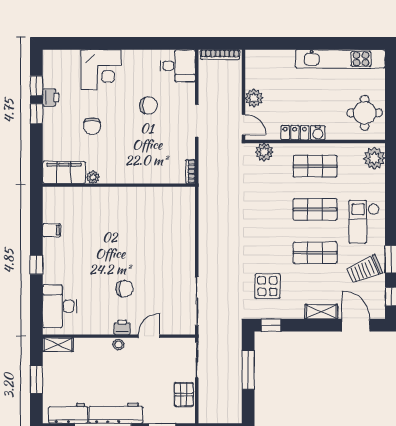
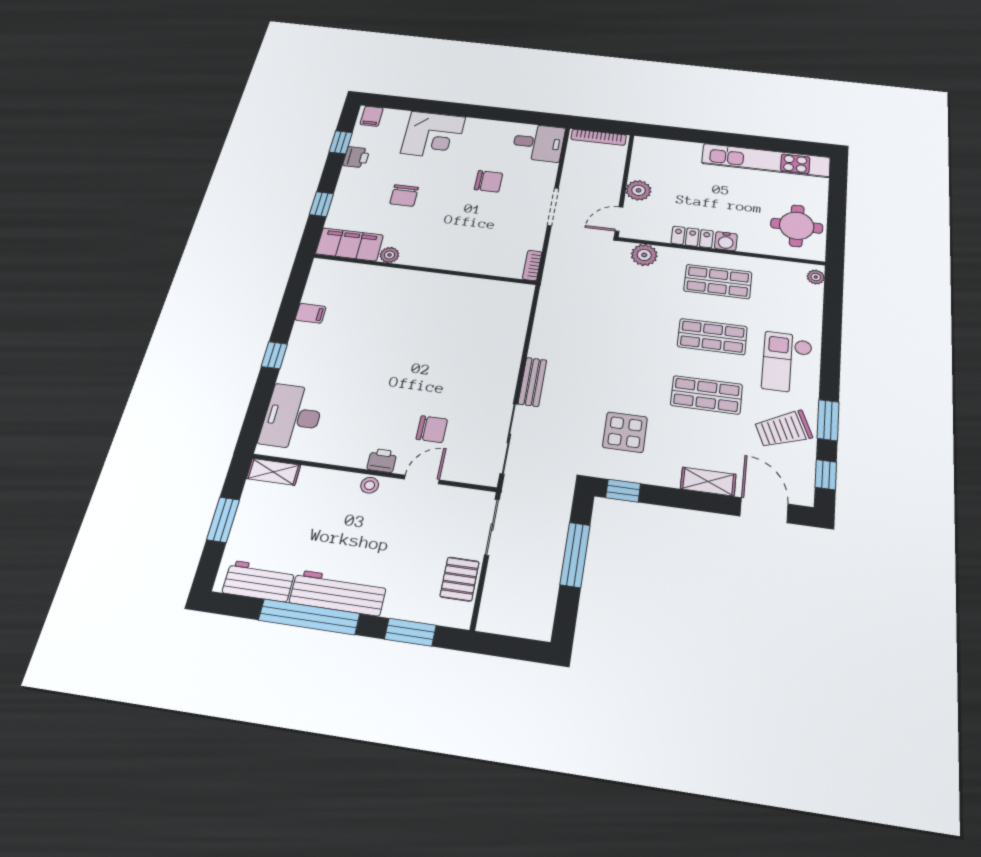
filing cabinet: (53, 59) -> (372, 116), added
window: (36, 114) -> (321, 204), moved
door: (244, 125) -> (619, 219), swing flipped
plant: (374, 158) -> (816, 277), width x0.53, depth x0.53
bench: (205, 260) -> (532, 382), added
chair: (125, 289) -> (432, 429), moved

